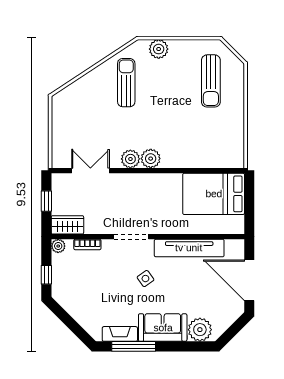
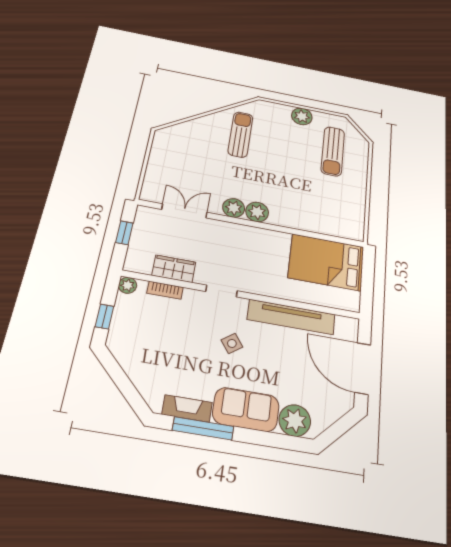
plant: (159, 49) -> (302, 116), moved
wardrobe: (67, 225) -> (174, 269), moved
doorway: (131, 237) -> (222, 291), width x0.73

